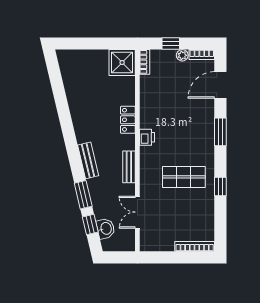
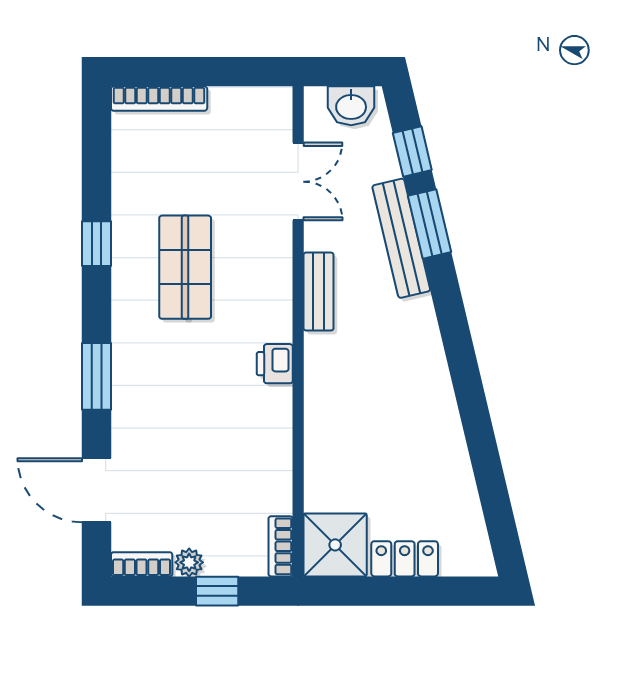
door: (220, 85) -> (97, 490), swing flipped
locker: (128, 120) -> (405, 559), moved, turned -90
bench: (88, 160) -> (401, 238), moved, width x1.36
shop shelf: (184, 177) -> (185, 267), turned 90
washbasin: (106, 228) -> (351, 106), moved, turned -77

